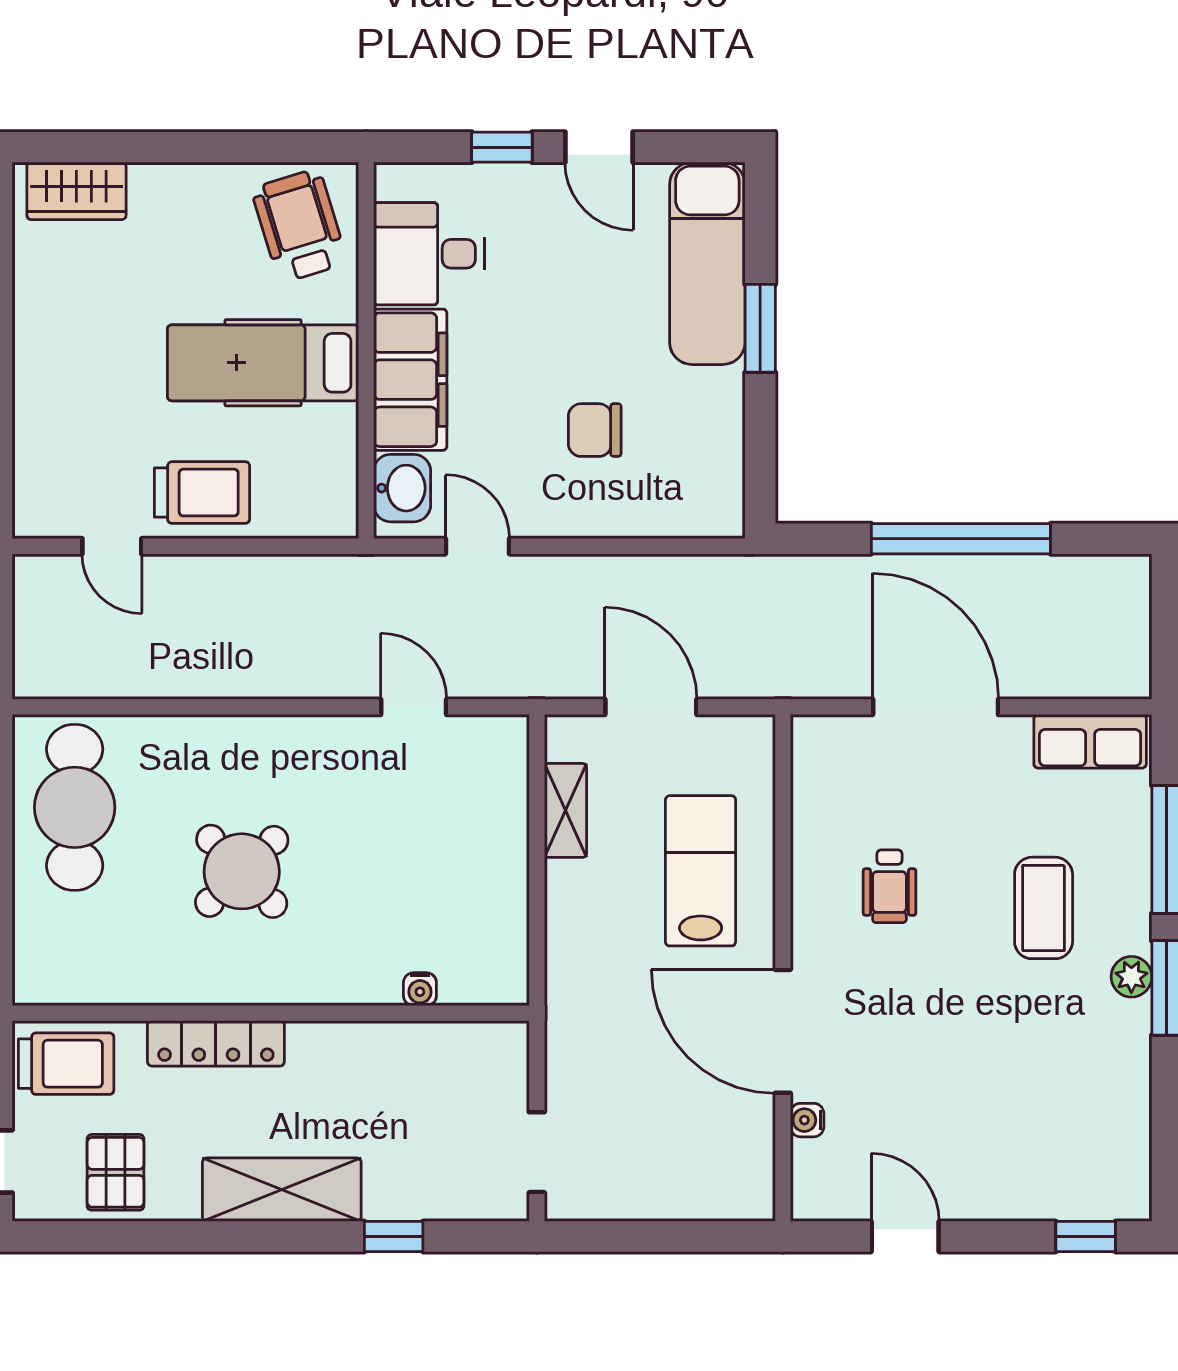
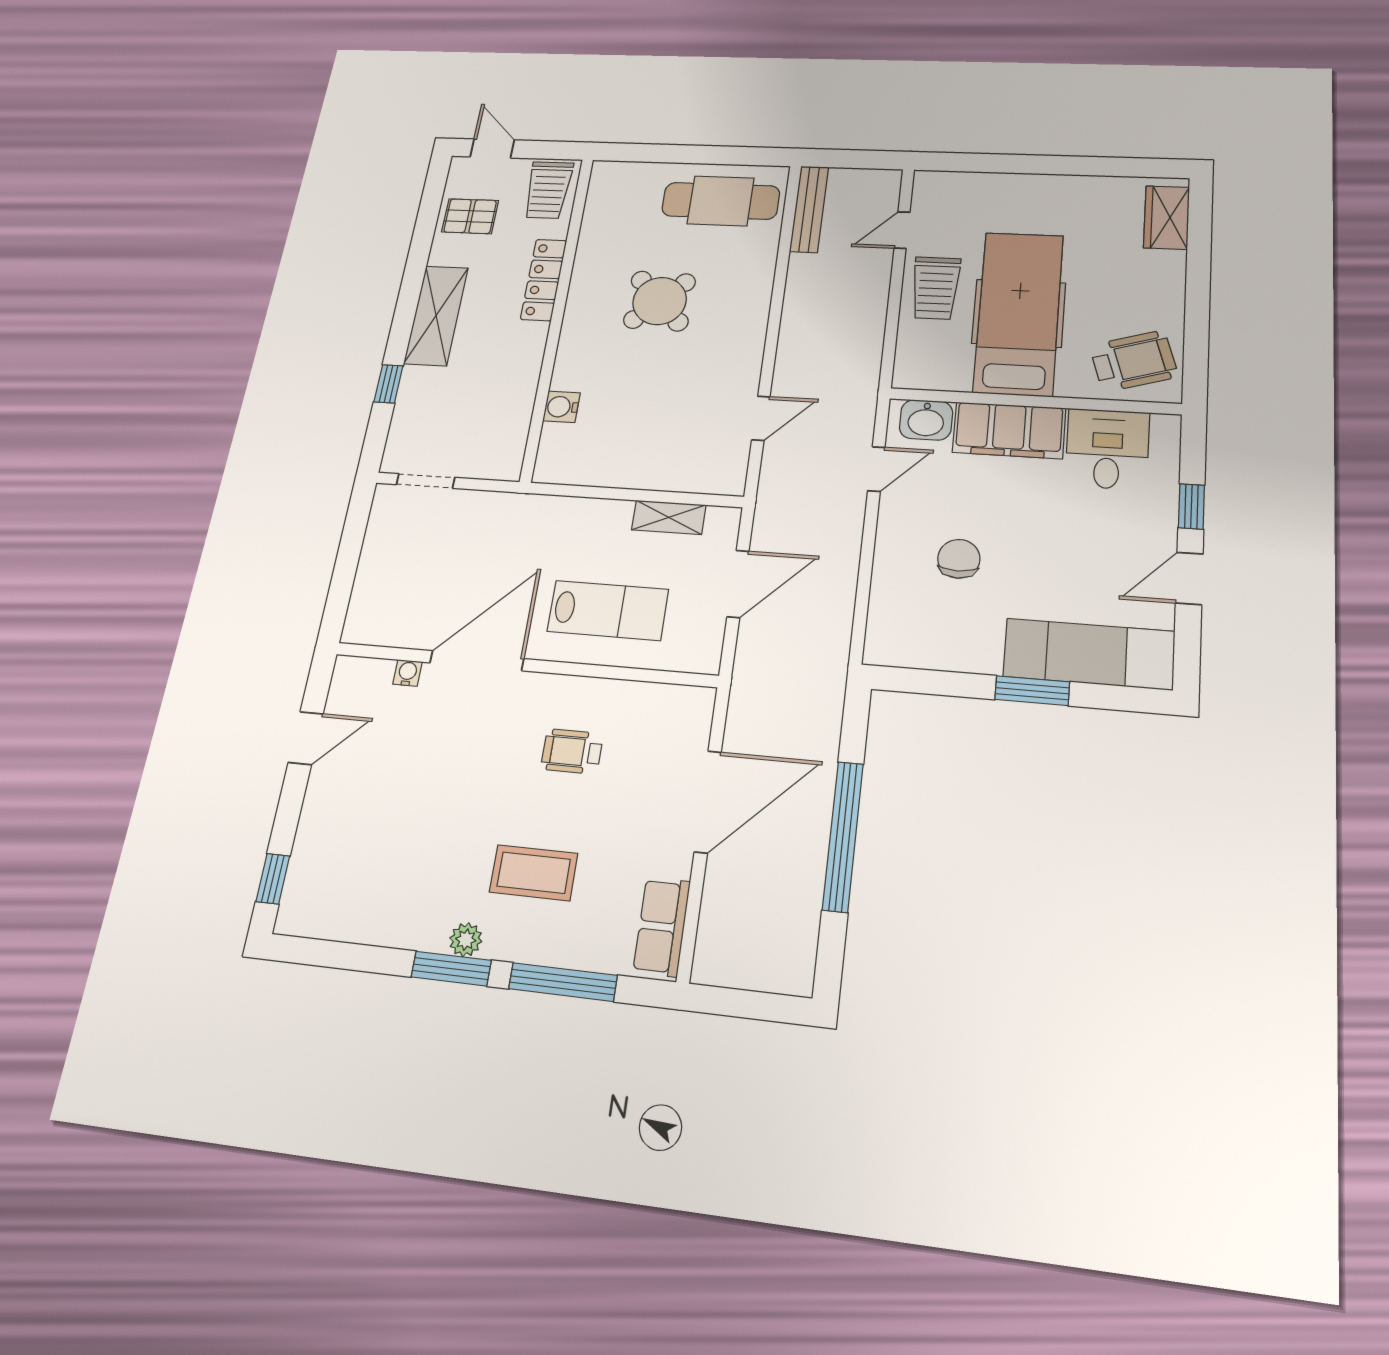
hospital bed: (263, 363) -> (1019, 313), width x1.37, depth x1.29
bench: (83, 680) -> (809, 209), added
water cooler: (420, 989) -> (561, 407), width x1.38, depth x1.38

